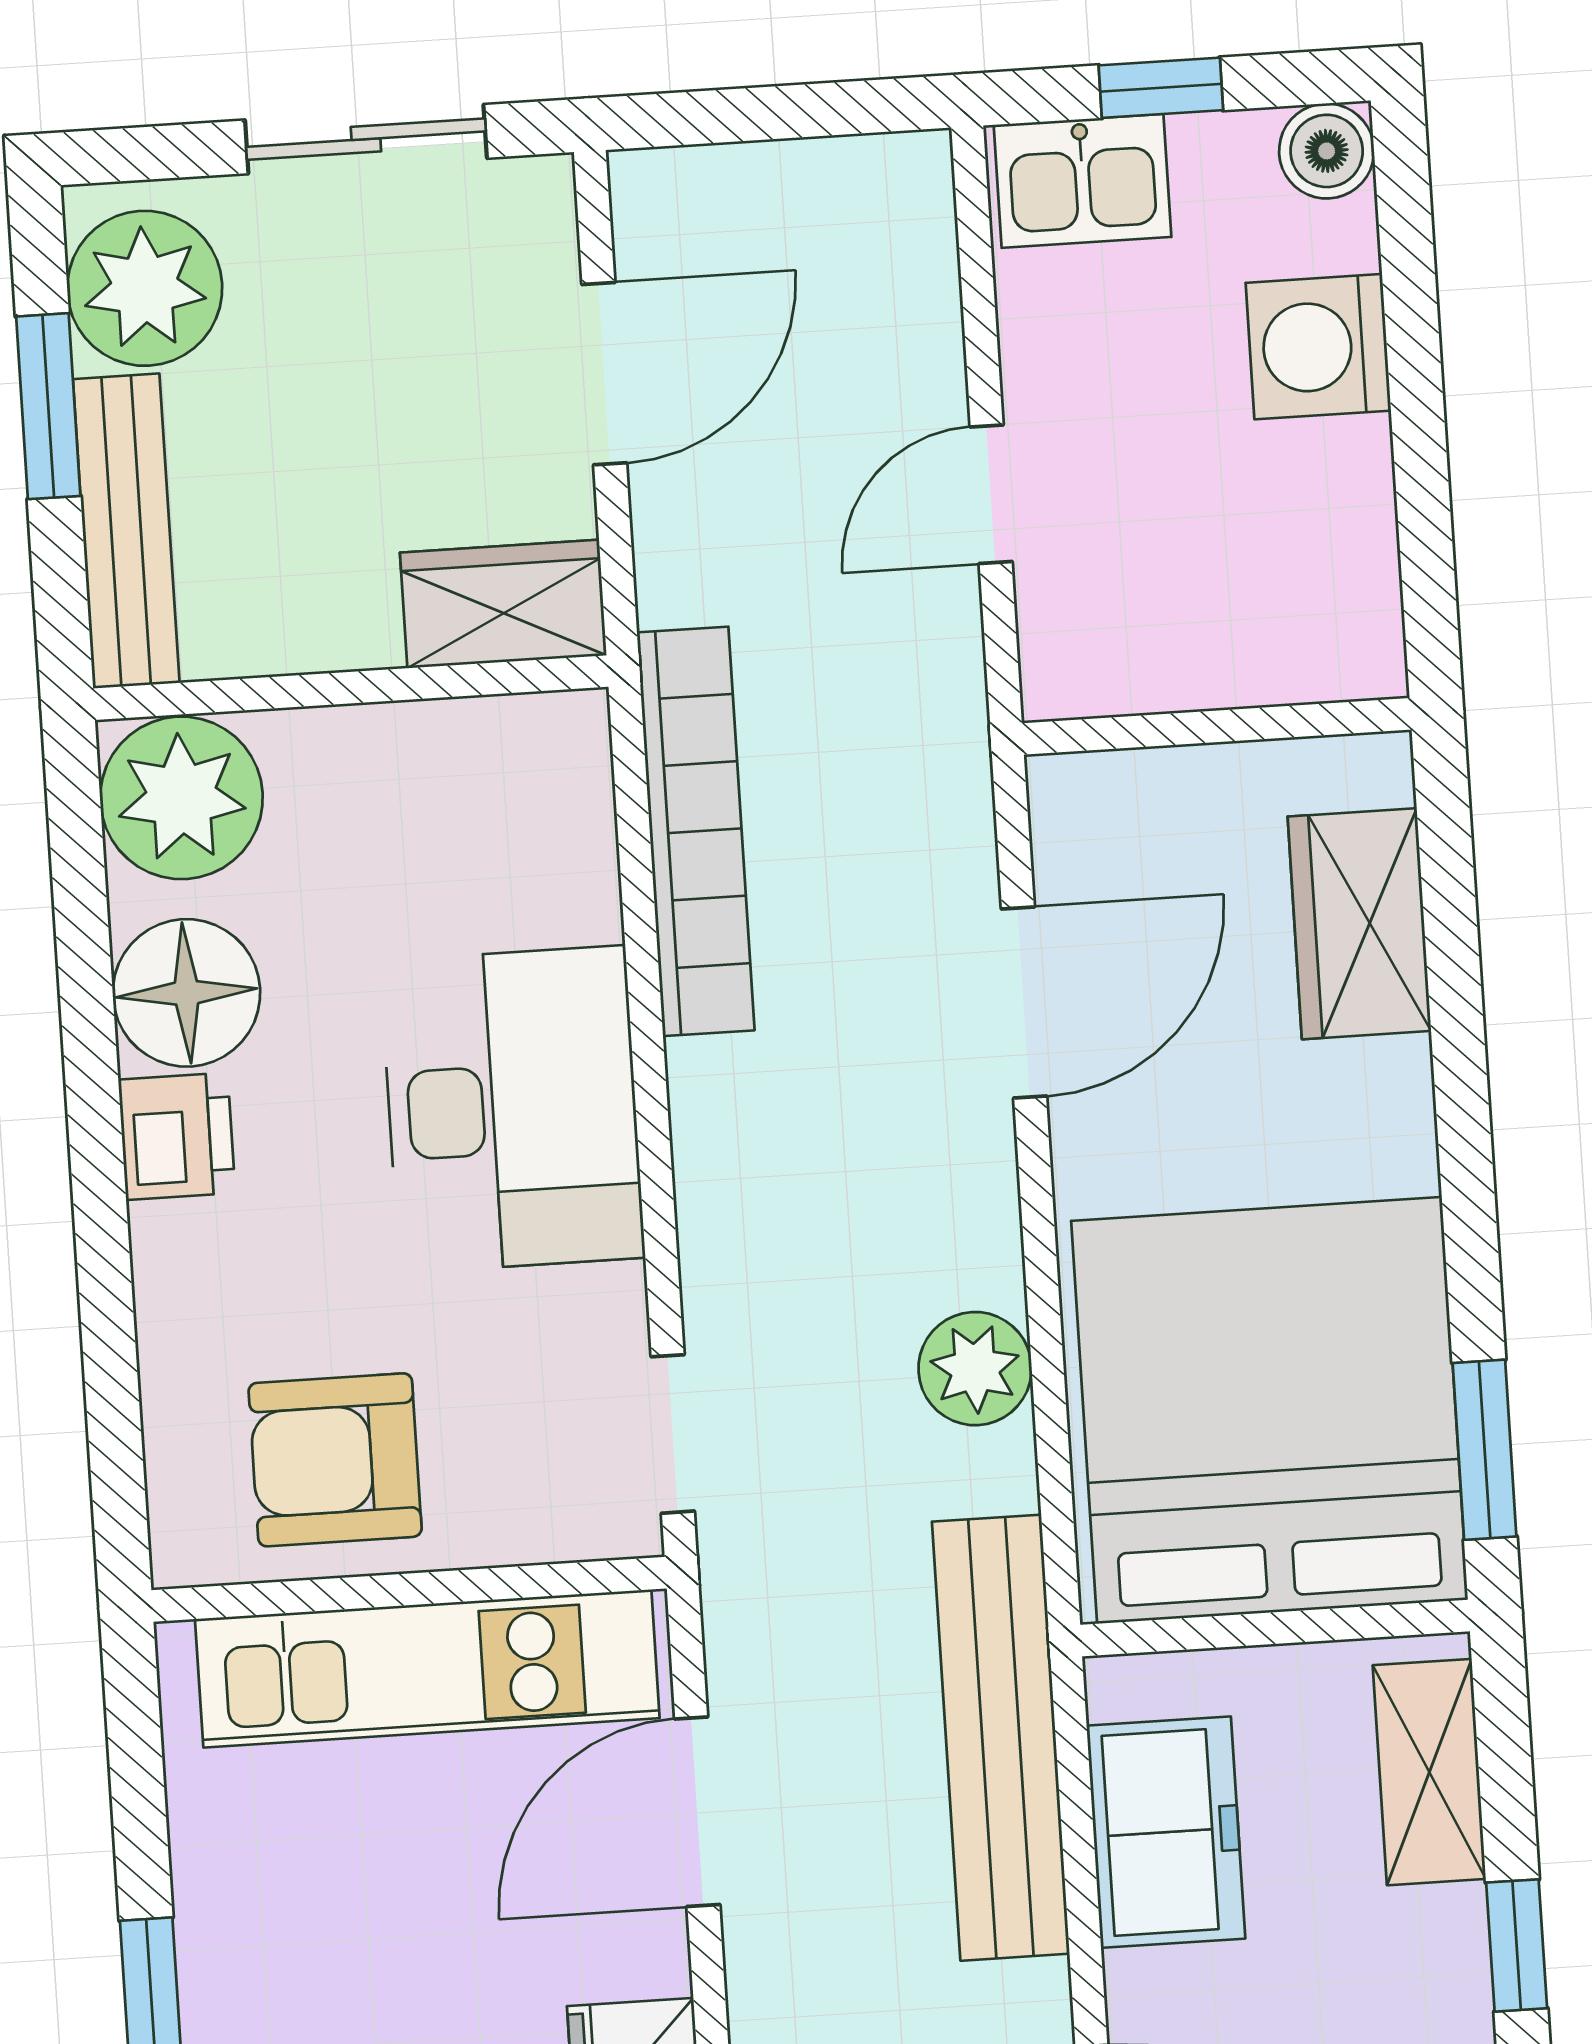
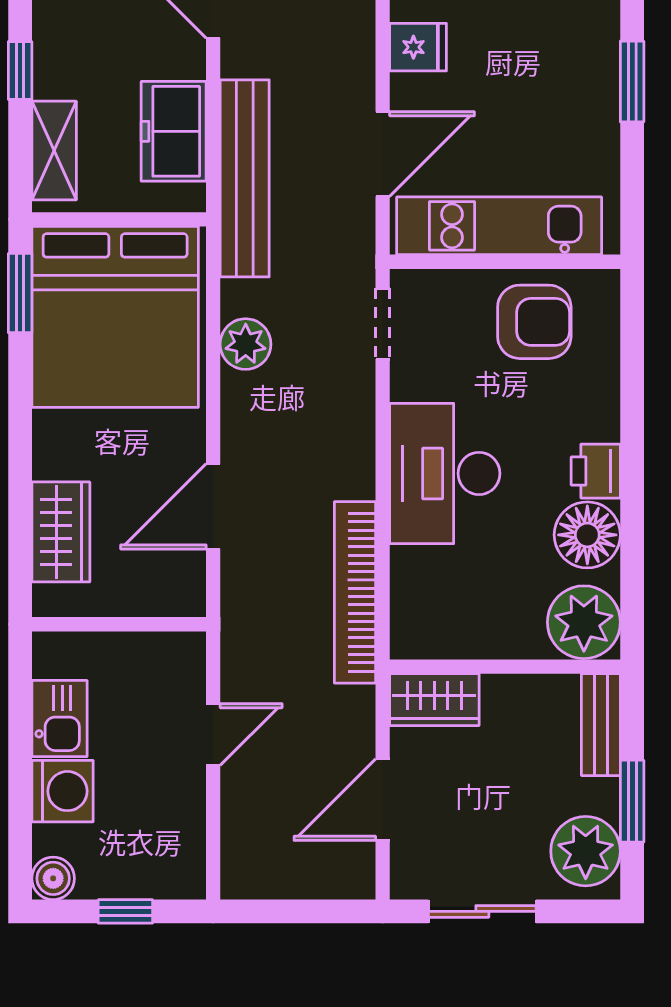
kitchen sink: (1083, 181) -> (59, 719), moved, turned 90
bench: (126, 531) -> (601, 725), width x0.73

